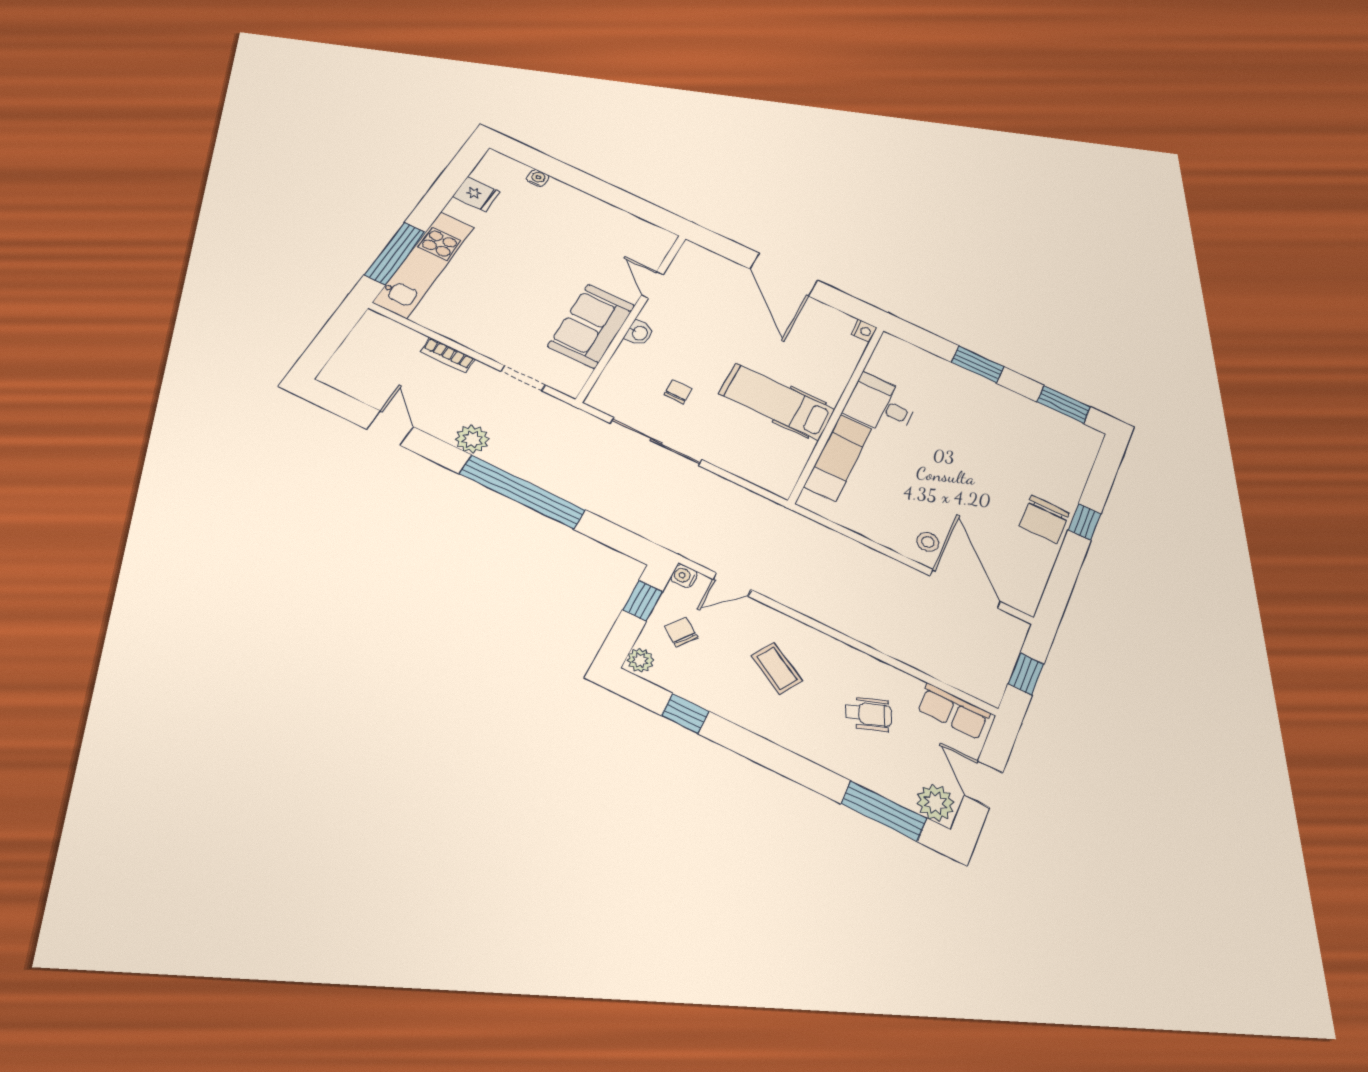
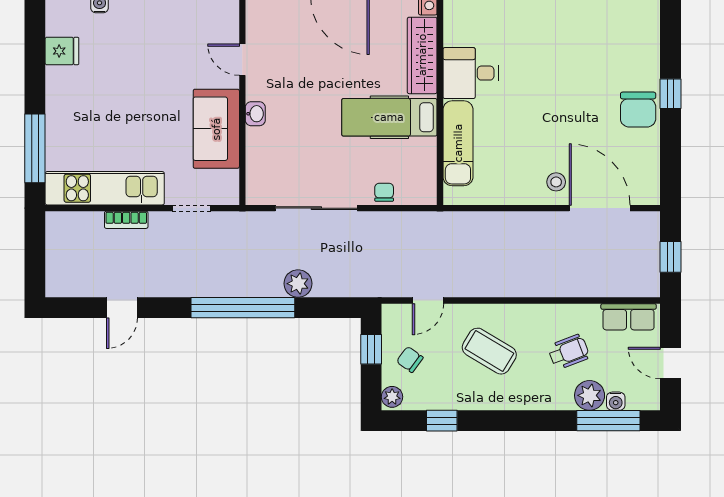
kitchen unit: (424, 264) -> (105, 188), moved, turned -90
wardrobe: (838, 367) -> (422, 55), added
chair: (678, 392) -> (384, 192), moved
door: (390, 428) -> (122, 308), swing flipped
plant: (472, 439) -> (298, 284), moved
water cooler: (684, 576) -> (616, 401), moved, turned -90
coffee table: (777, 668) -> (489, 351), width x1.36, depth x1.30
plant: (936, 803) -> (590, 395), moved

